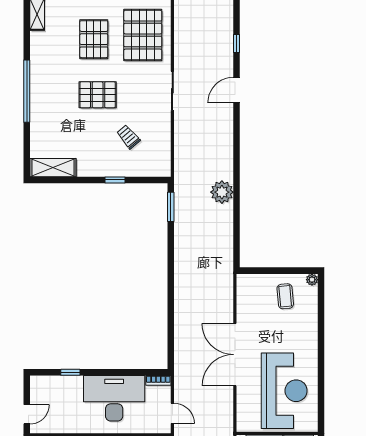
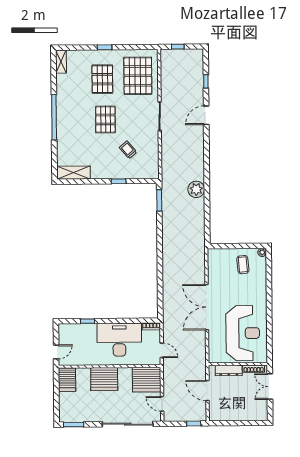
pallet: (98, 95) -> (105, 119), turned 90

